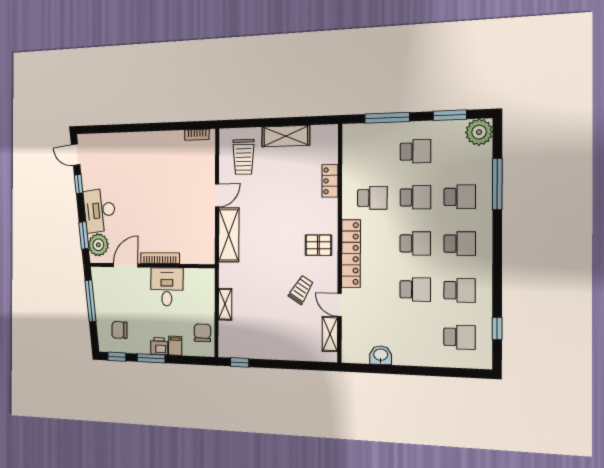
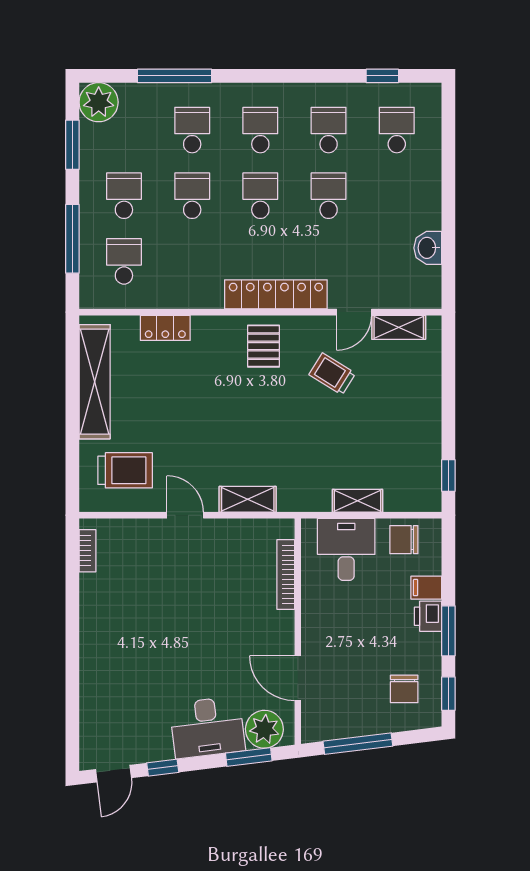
shelving: (286, 136) -> (95, 382), width x1.47
school desk: (372, 198) -> (124, 261), moved
shelving: (229, 235) -> (248, 499), width x0.67, depth x0.75
bookcase: (160, 258) -> (286, 574), moved
desk: (167, 287) -> (346, 549), moved, turned 90

